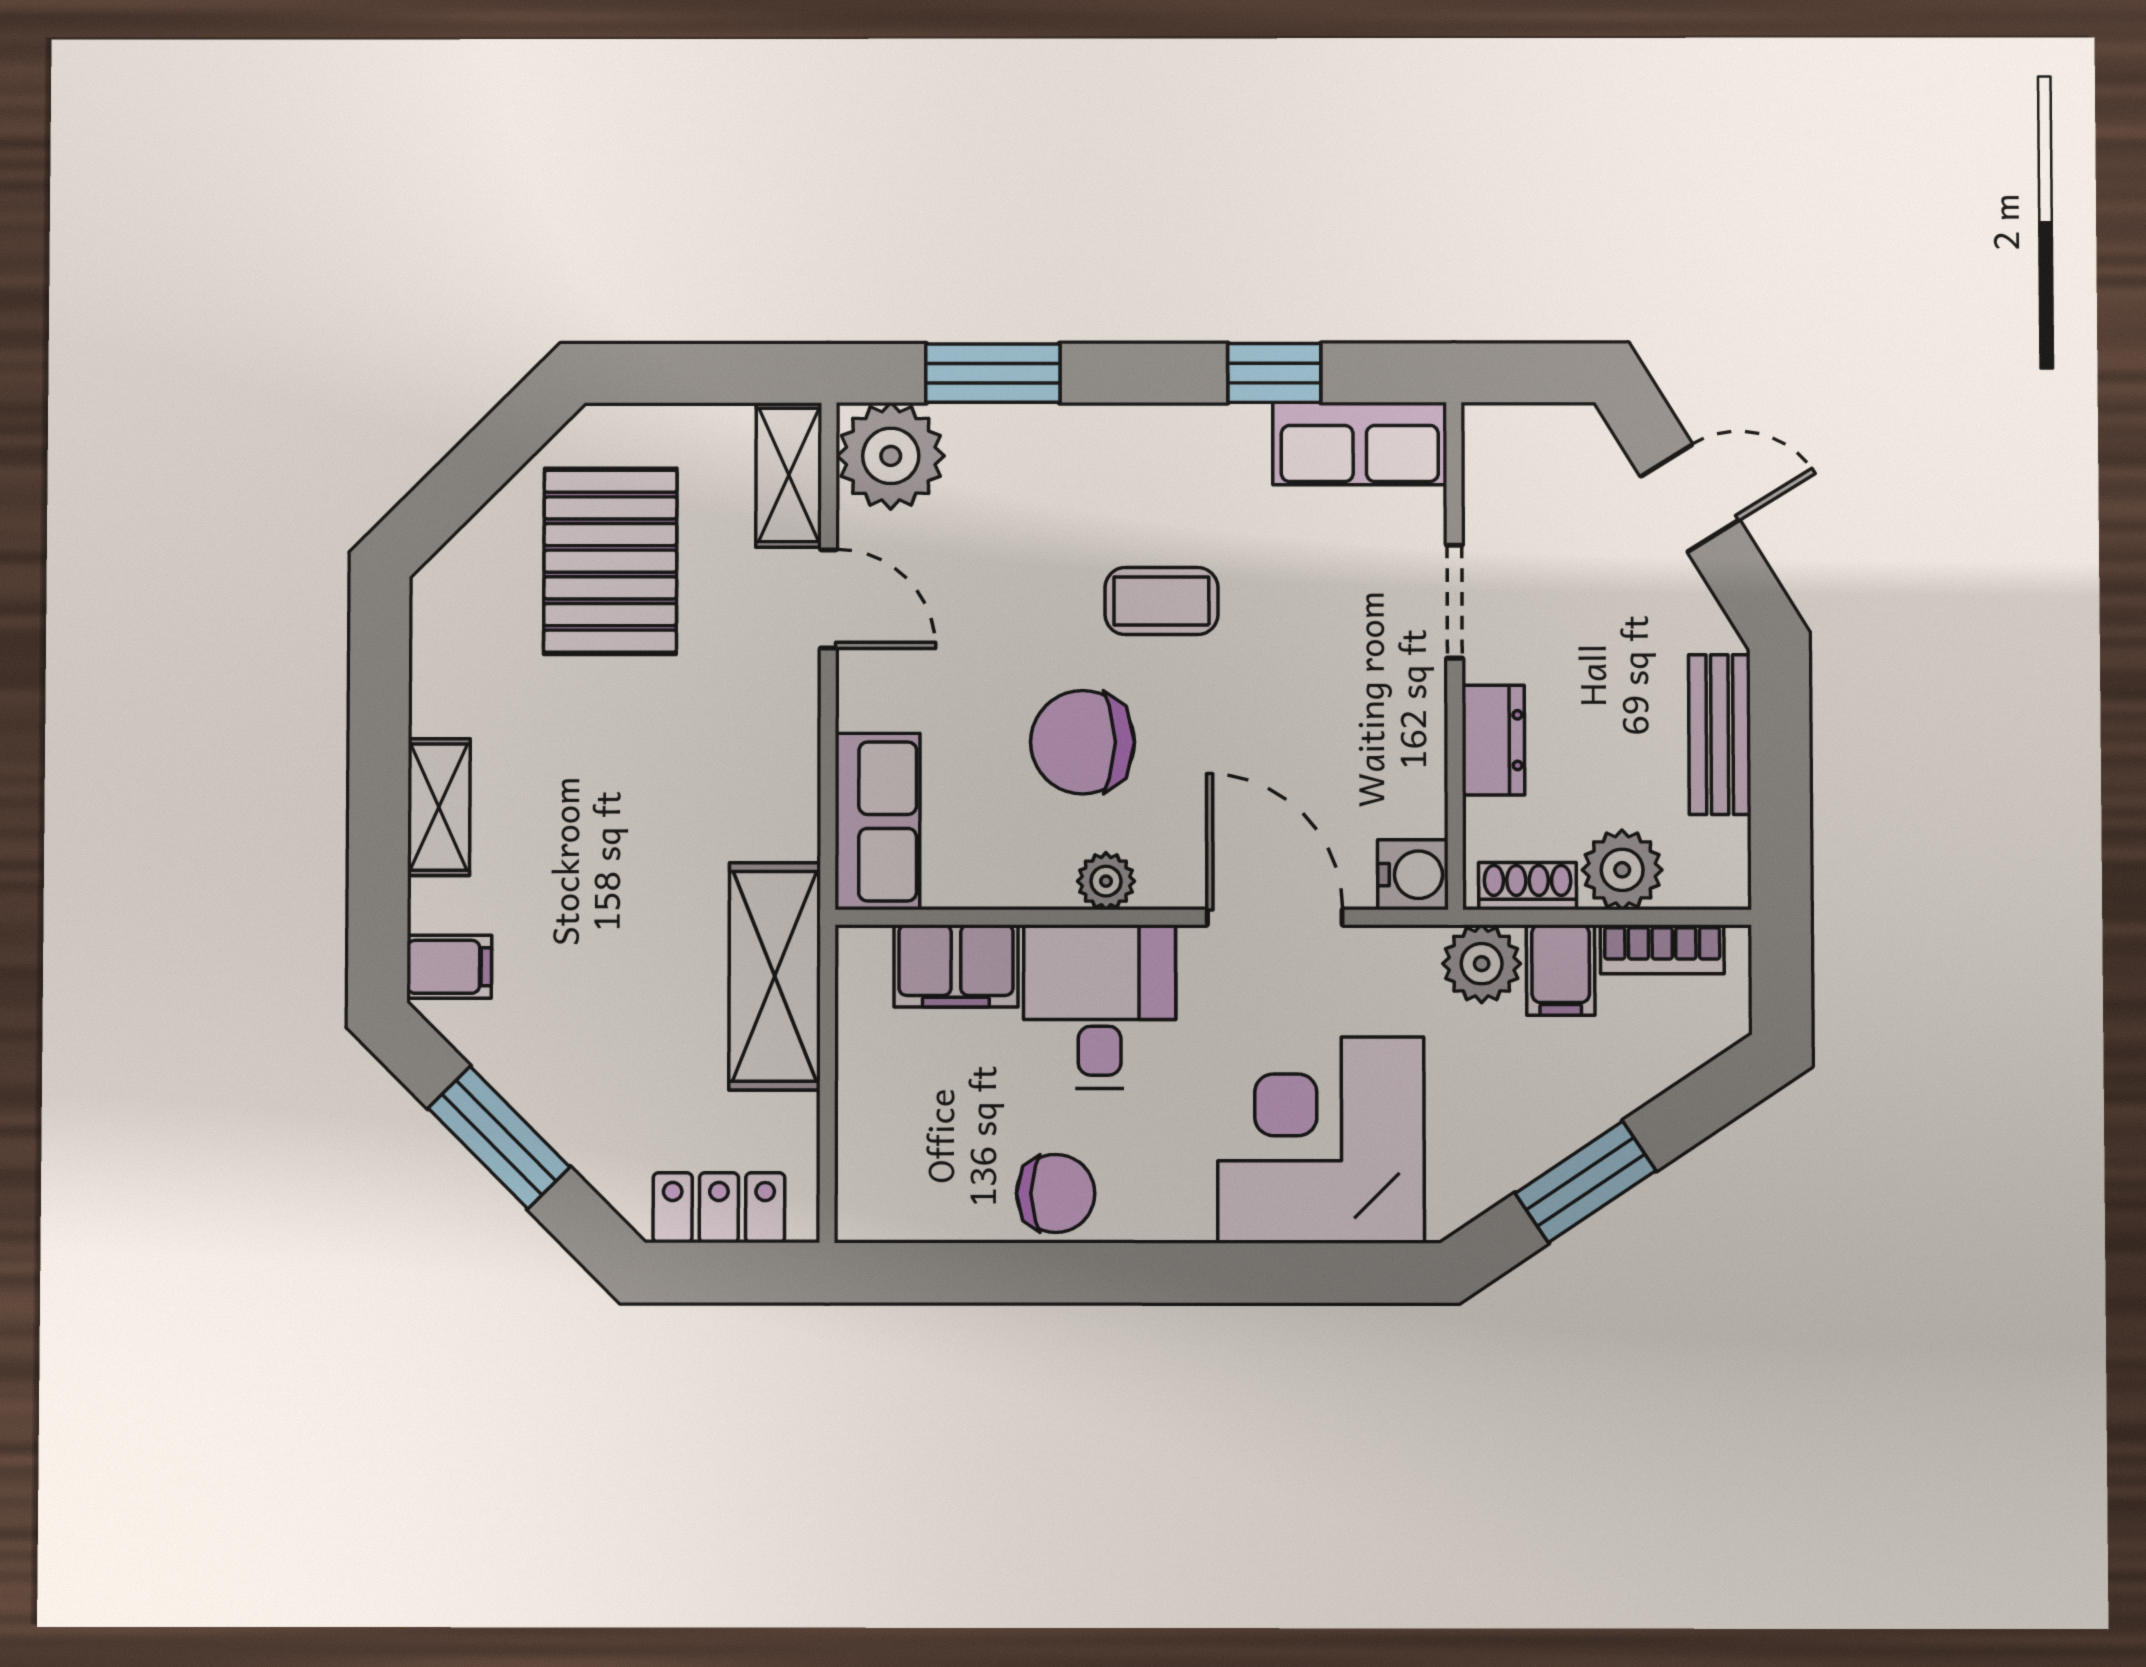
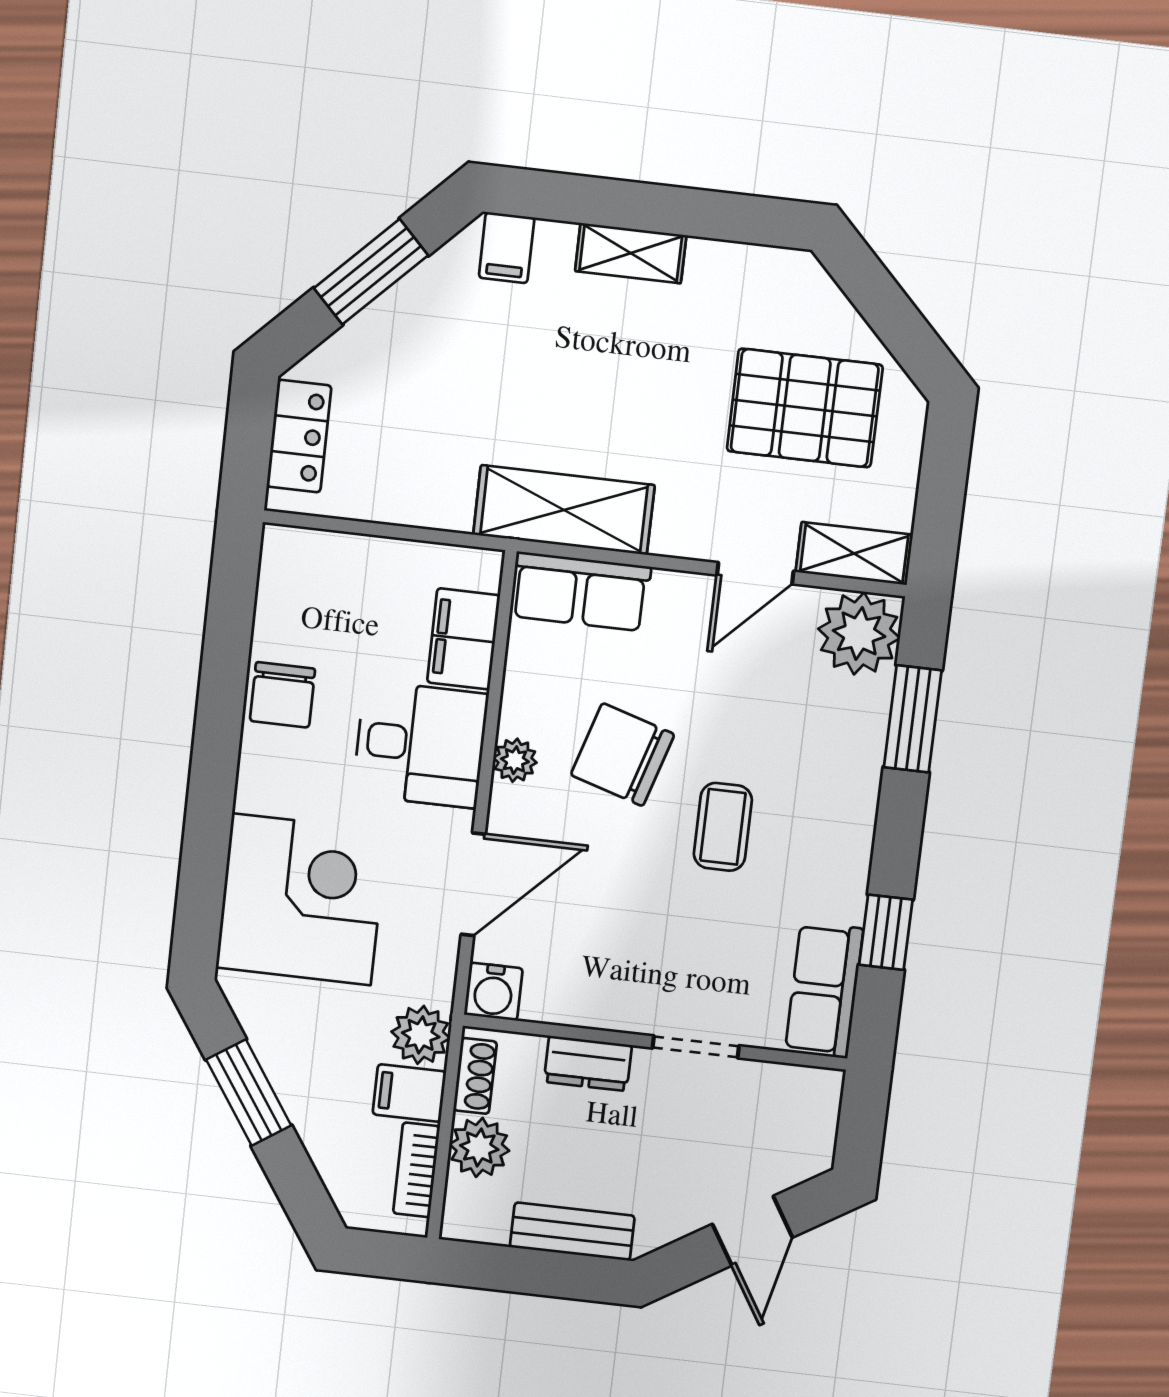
chair: (1083, 742) -> (623, 755), turned -73
shelving: (775, 976) -> (564, 510), moved

